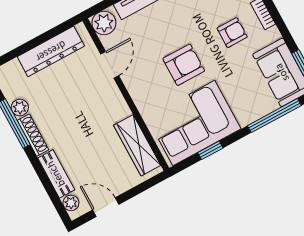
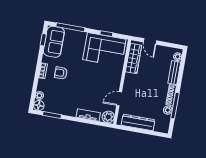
armchair: (184, 65) -> (90, 76), removed
door: (106, 207) -> (150, 41), moved

